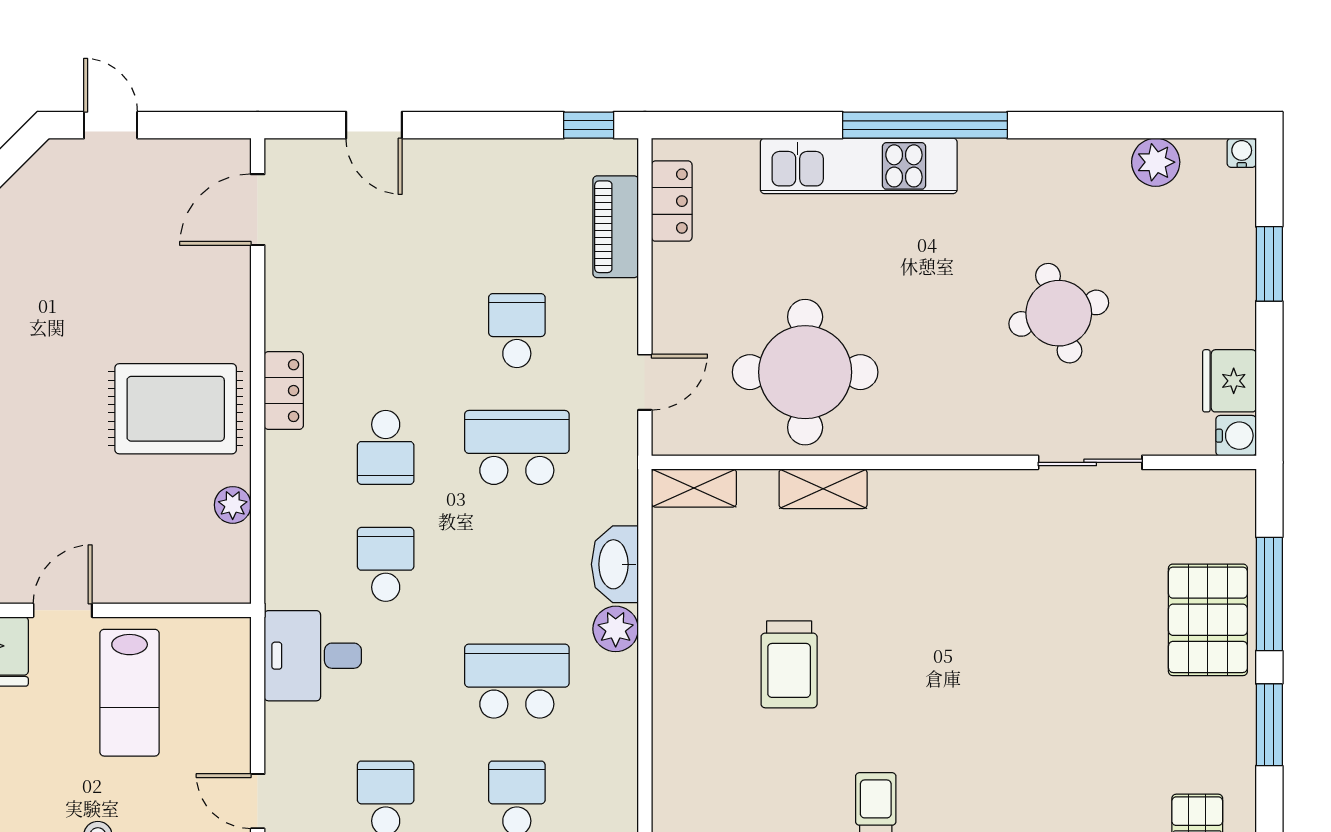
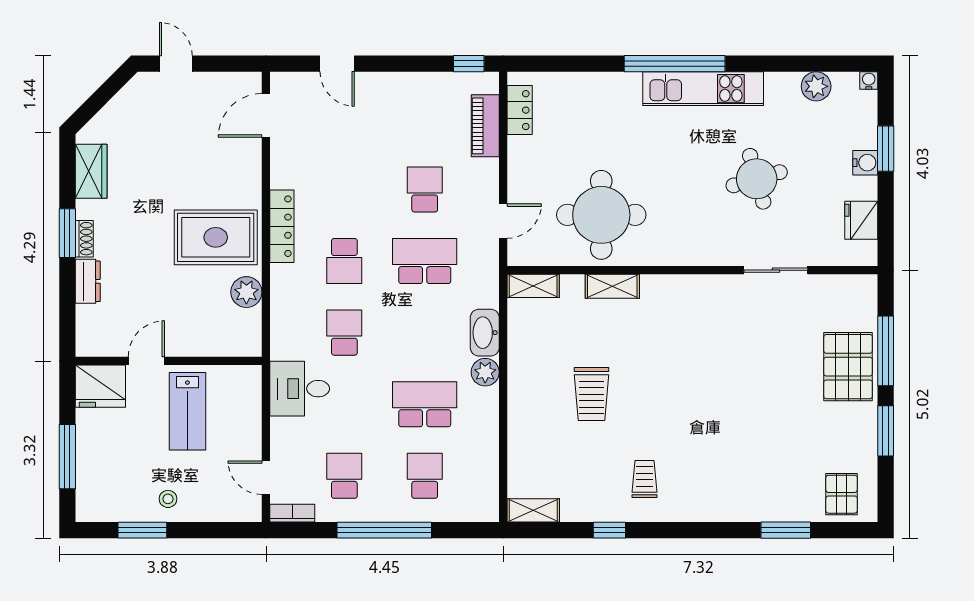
kitchen unit: (859, 166) -> (703, 89), moved
locker: (284, 391) -> (282, 226), width x1.53
water cooler: (1236, 436) -> (865, 163), moved
plant: (233, 505) -> (246, 292), width x1.38, depth x1.38

